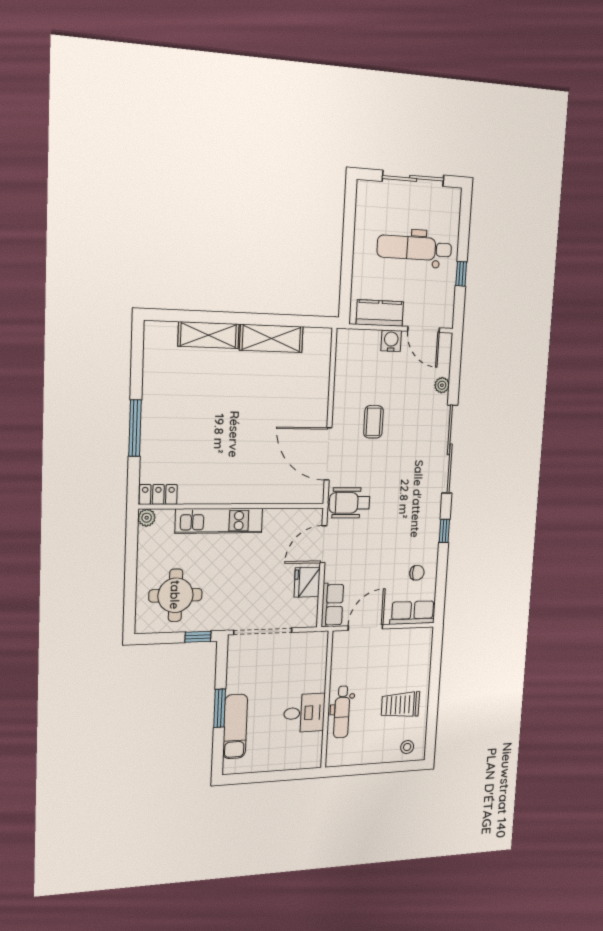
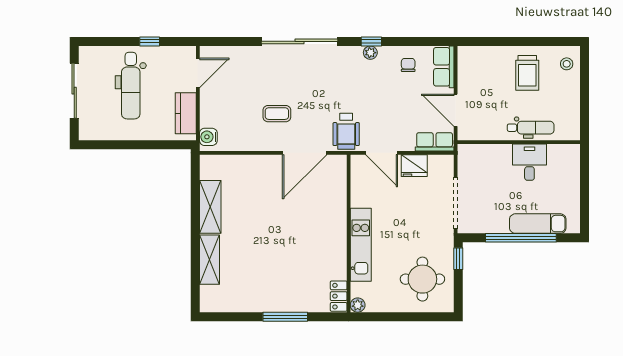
water cooler: (391, 341) -> (208, 137), moved
plant: (442, 385) -> (370, 53), moved
window: (220, 708) -> (521, 238), width x2.11

